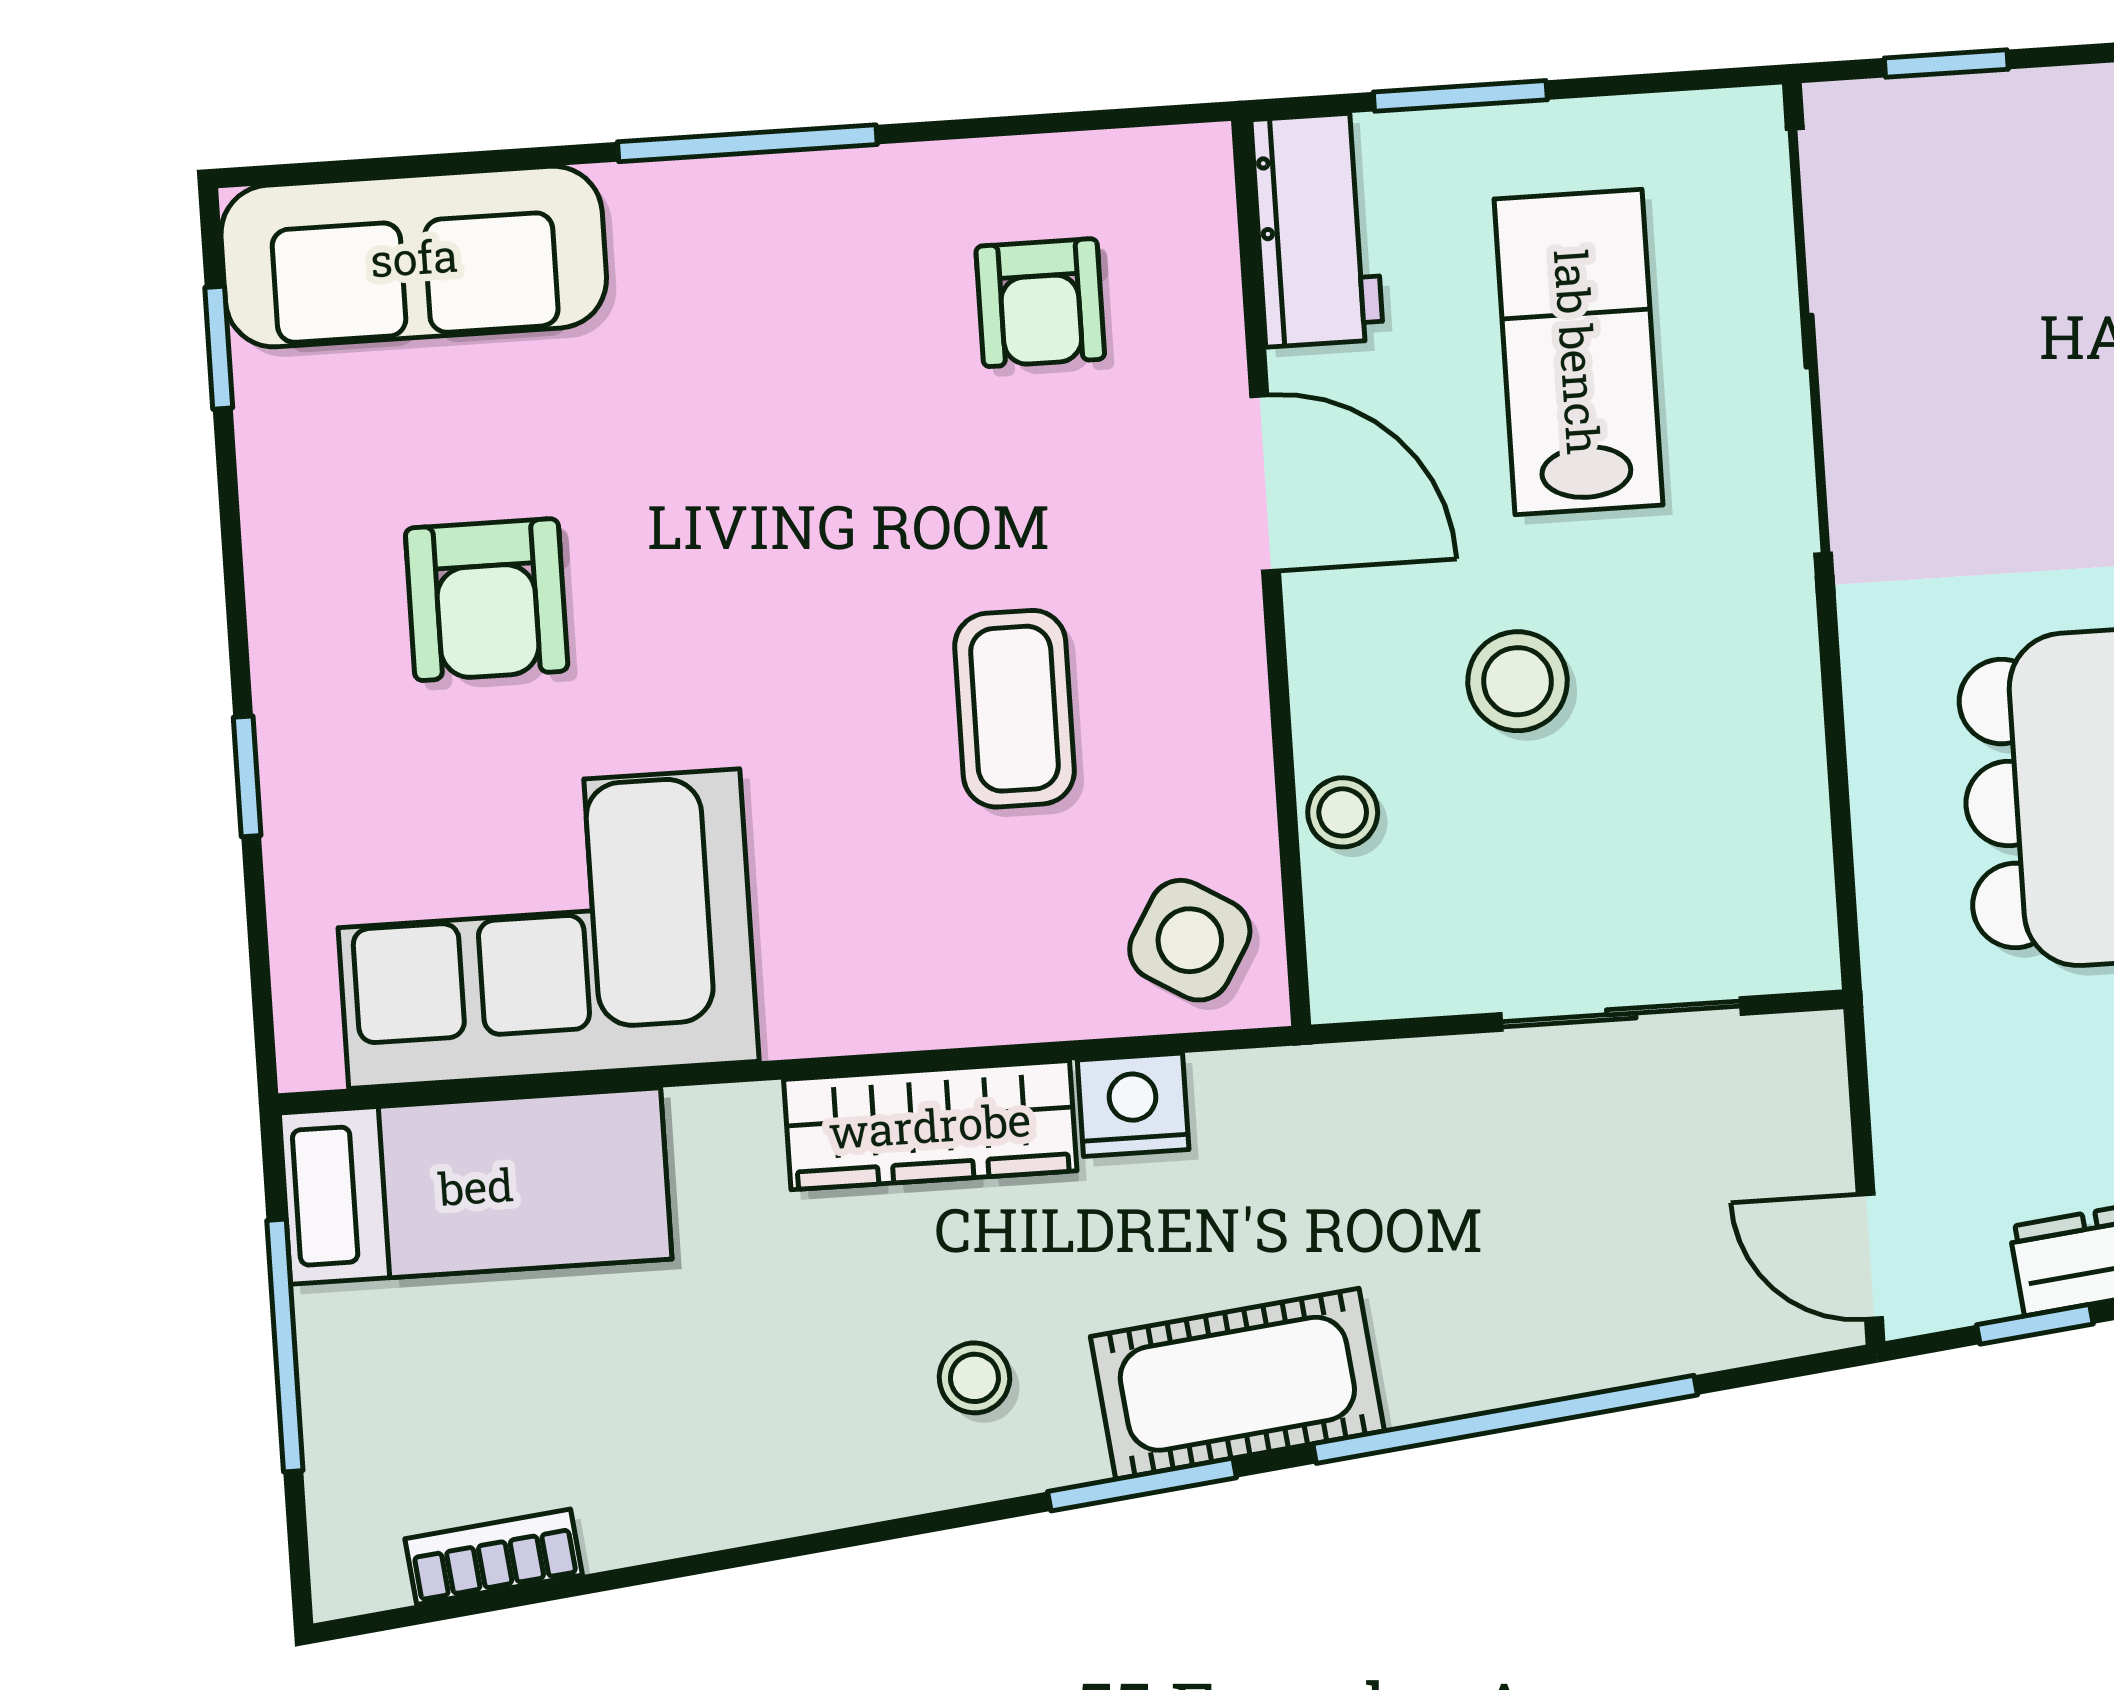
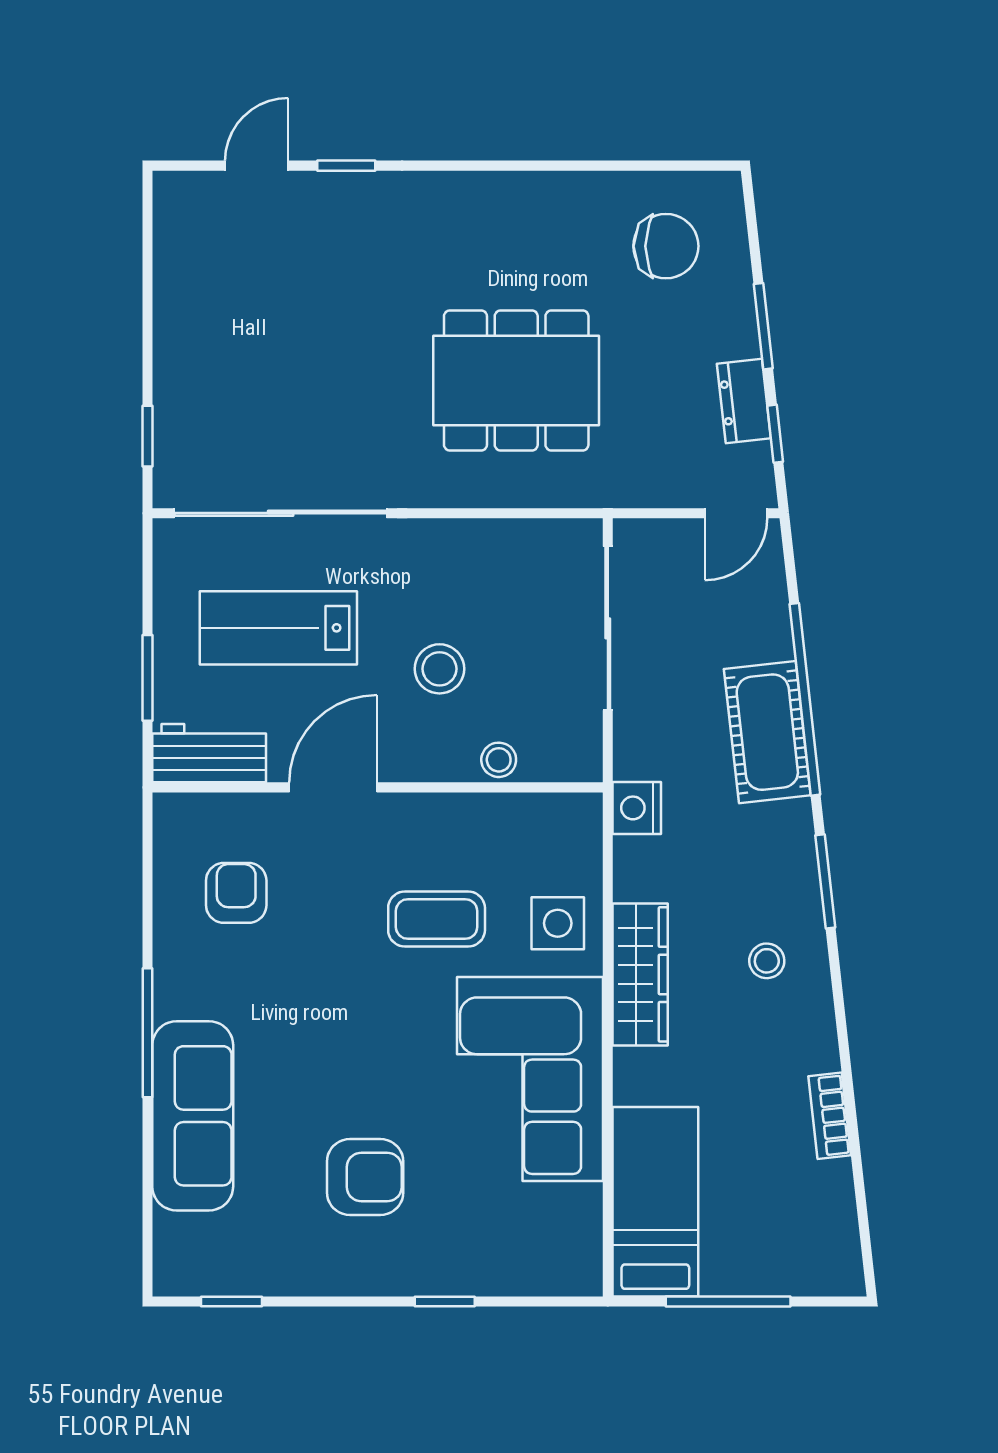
sofa: (414, 257) -> (193, 1116), moved
armchair: (1040, 303) -> (236, 893), turned -90
corner sofa: (544, 929) -> (530, 1079), moved
side table: (1190, 940) -> (558, 923), moved, turned -31
sliding door: (1621, 1014) -> (608, 628), width x1.37
nightstand: (1133, 1105) -> (637, 808), moved
cot: (1237, 1384) -> (767, 732), moved
bookcase: (494, 1557) -> (830, 1116), moved

